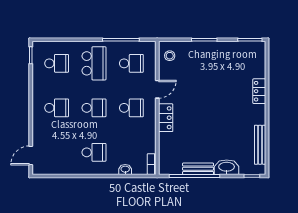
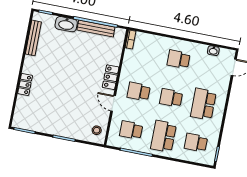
door: (157, 89) -> (113, 103), hinge flipped
school desk: (57, 108) -> (203, 104), width x1.85
washbasin: (125, 169) -> (213, 51), moved
bench: (198, 169) -> (96, 29), width x1.36

